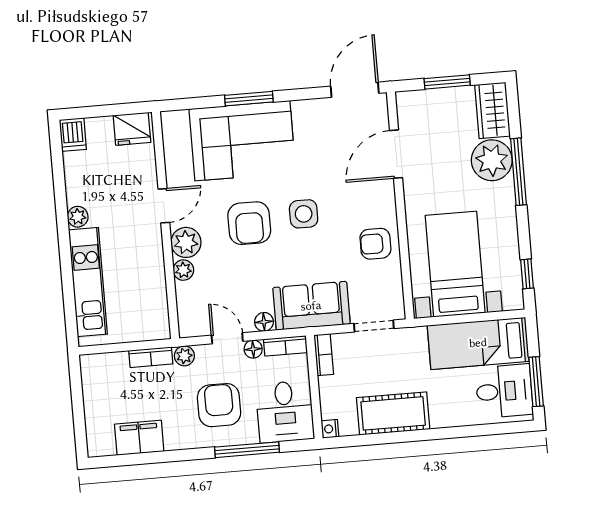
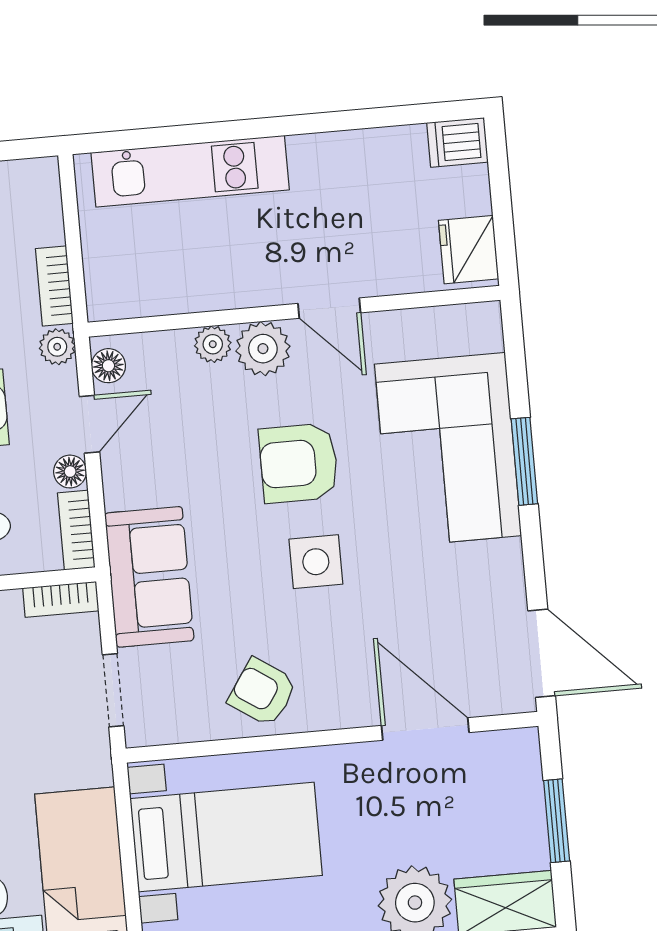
plant: (78, 217) -> (309, 152), removed
armchair: (375, 244) -> (262, 692), turned -56
floor lamp: (264, 322) -> (108, 366), moved

